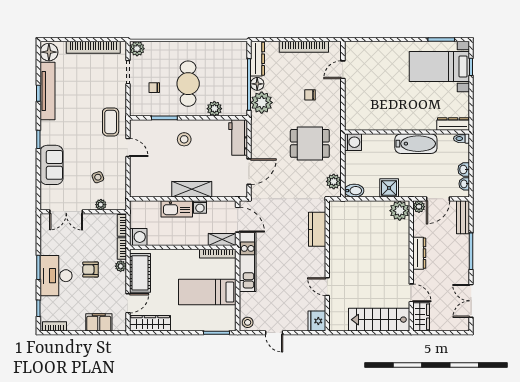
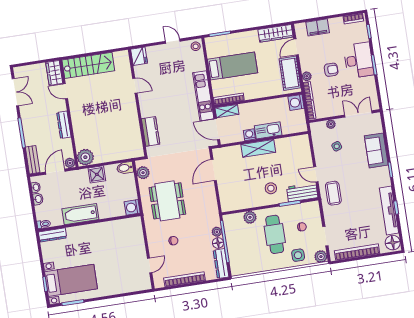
side table: (164, 55) -> (298, 255), added
plant: (262, 103) -> (217, 232), width x0.53, depth x0.53
workbench: (238, 138) -> (302, 192), moved, turned -90
dining table: (310, 143) -> (167, 201), width x1.38

